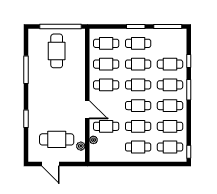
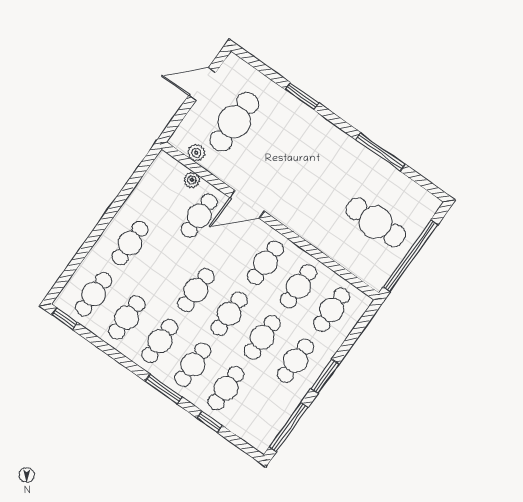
cafe table: (138, 126) -> (163, 267), removed

